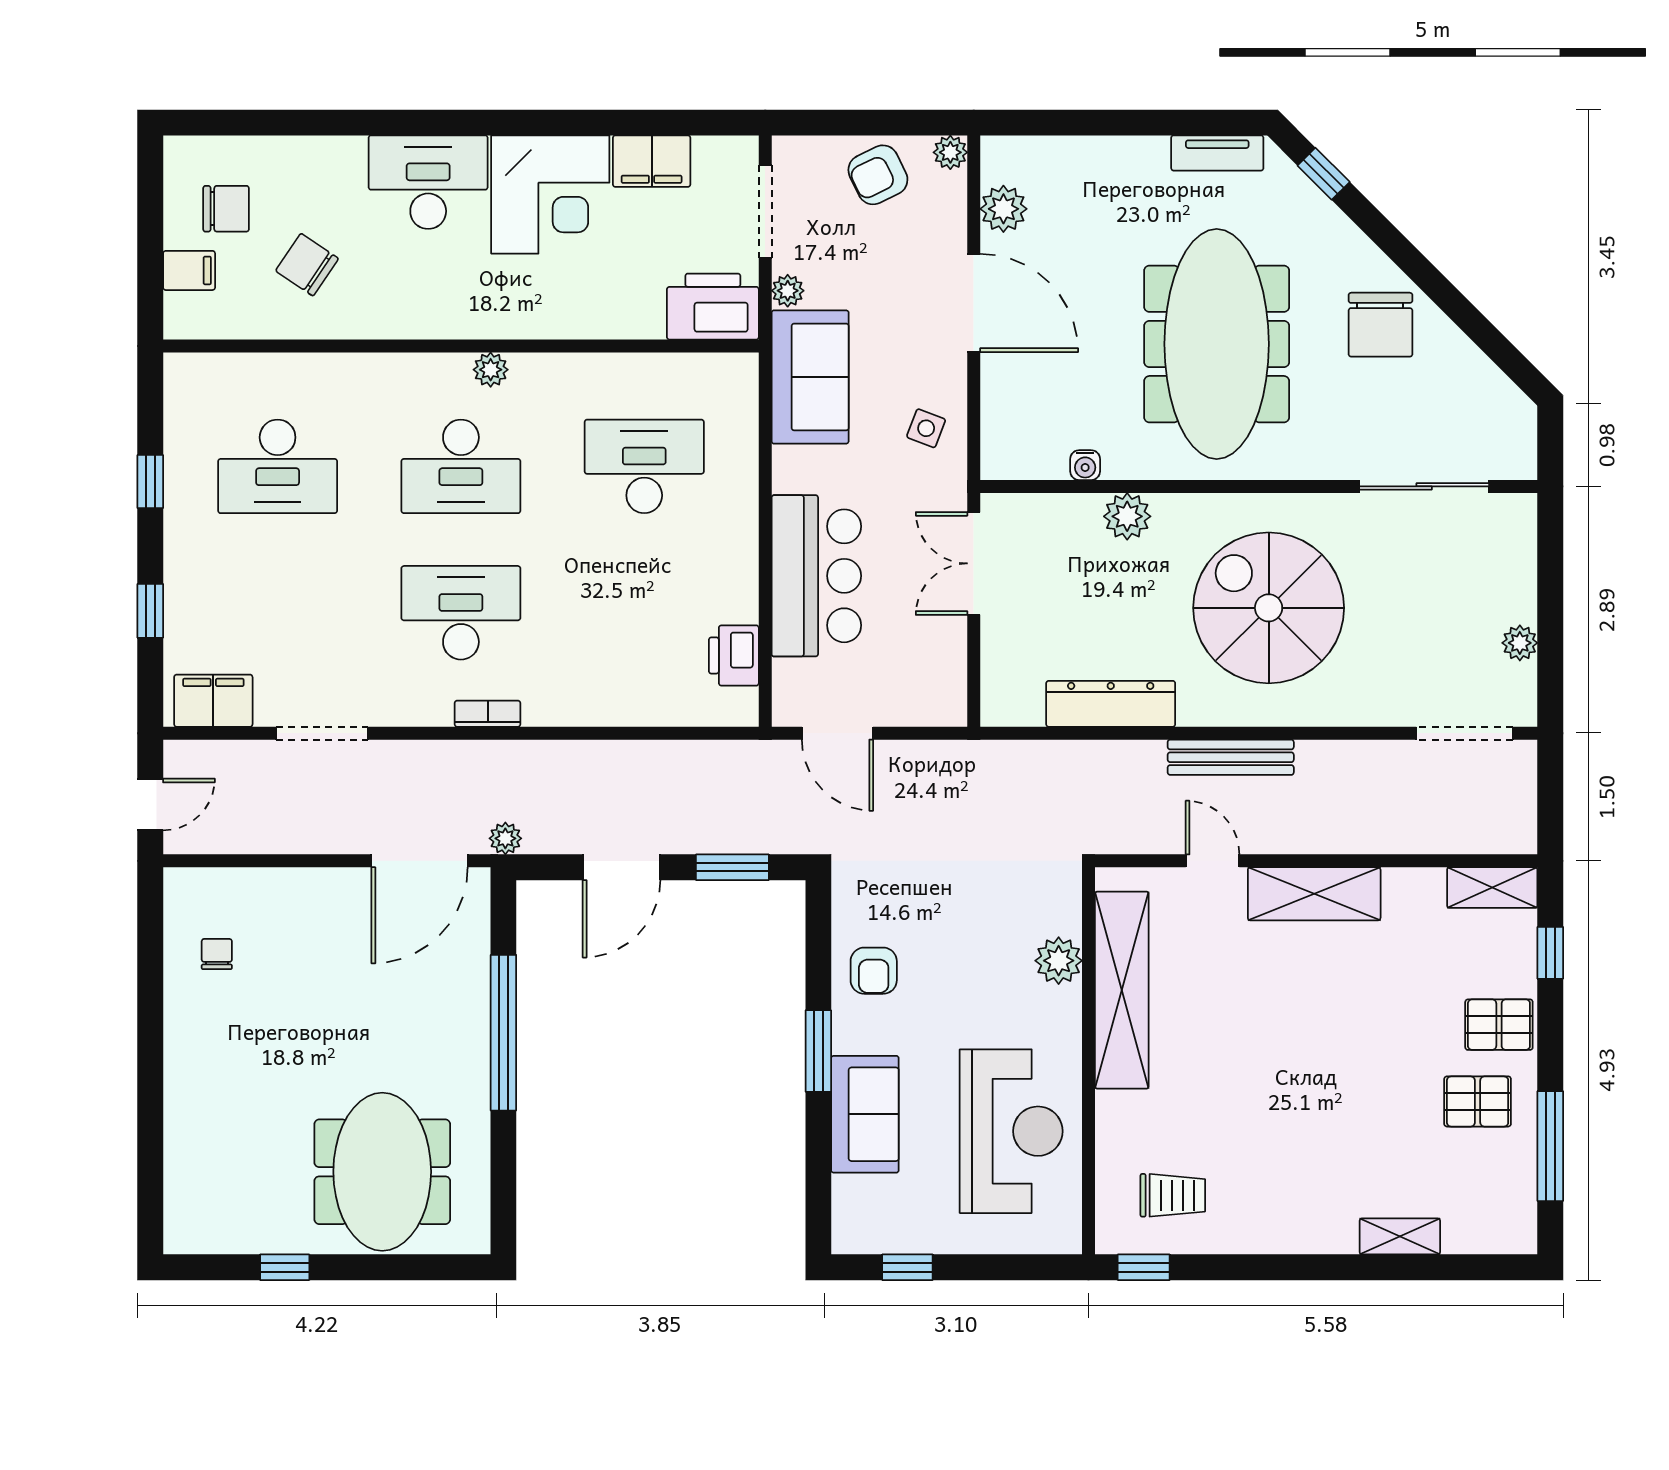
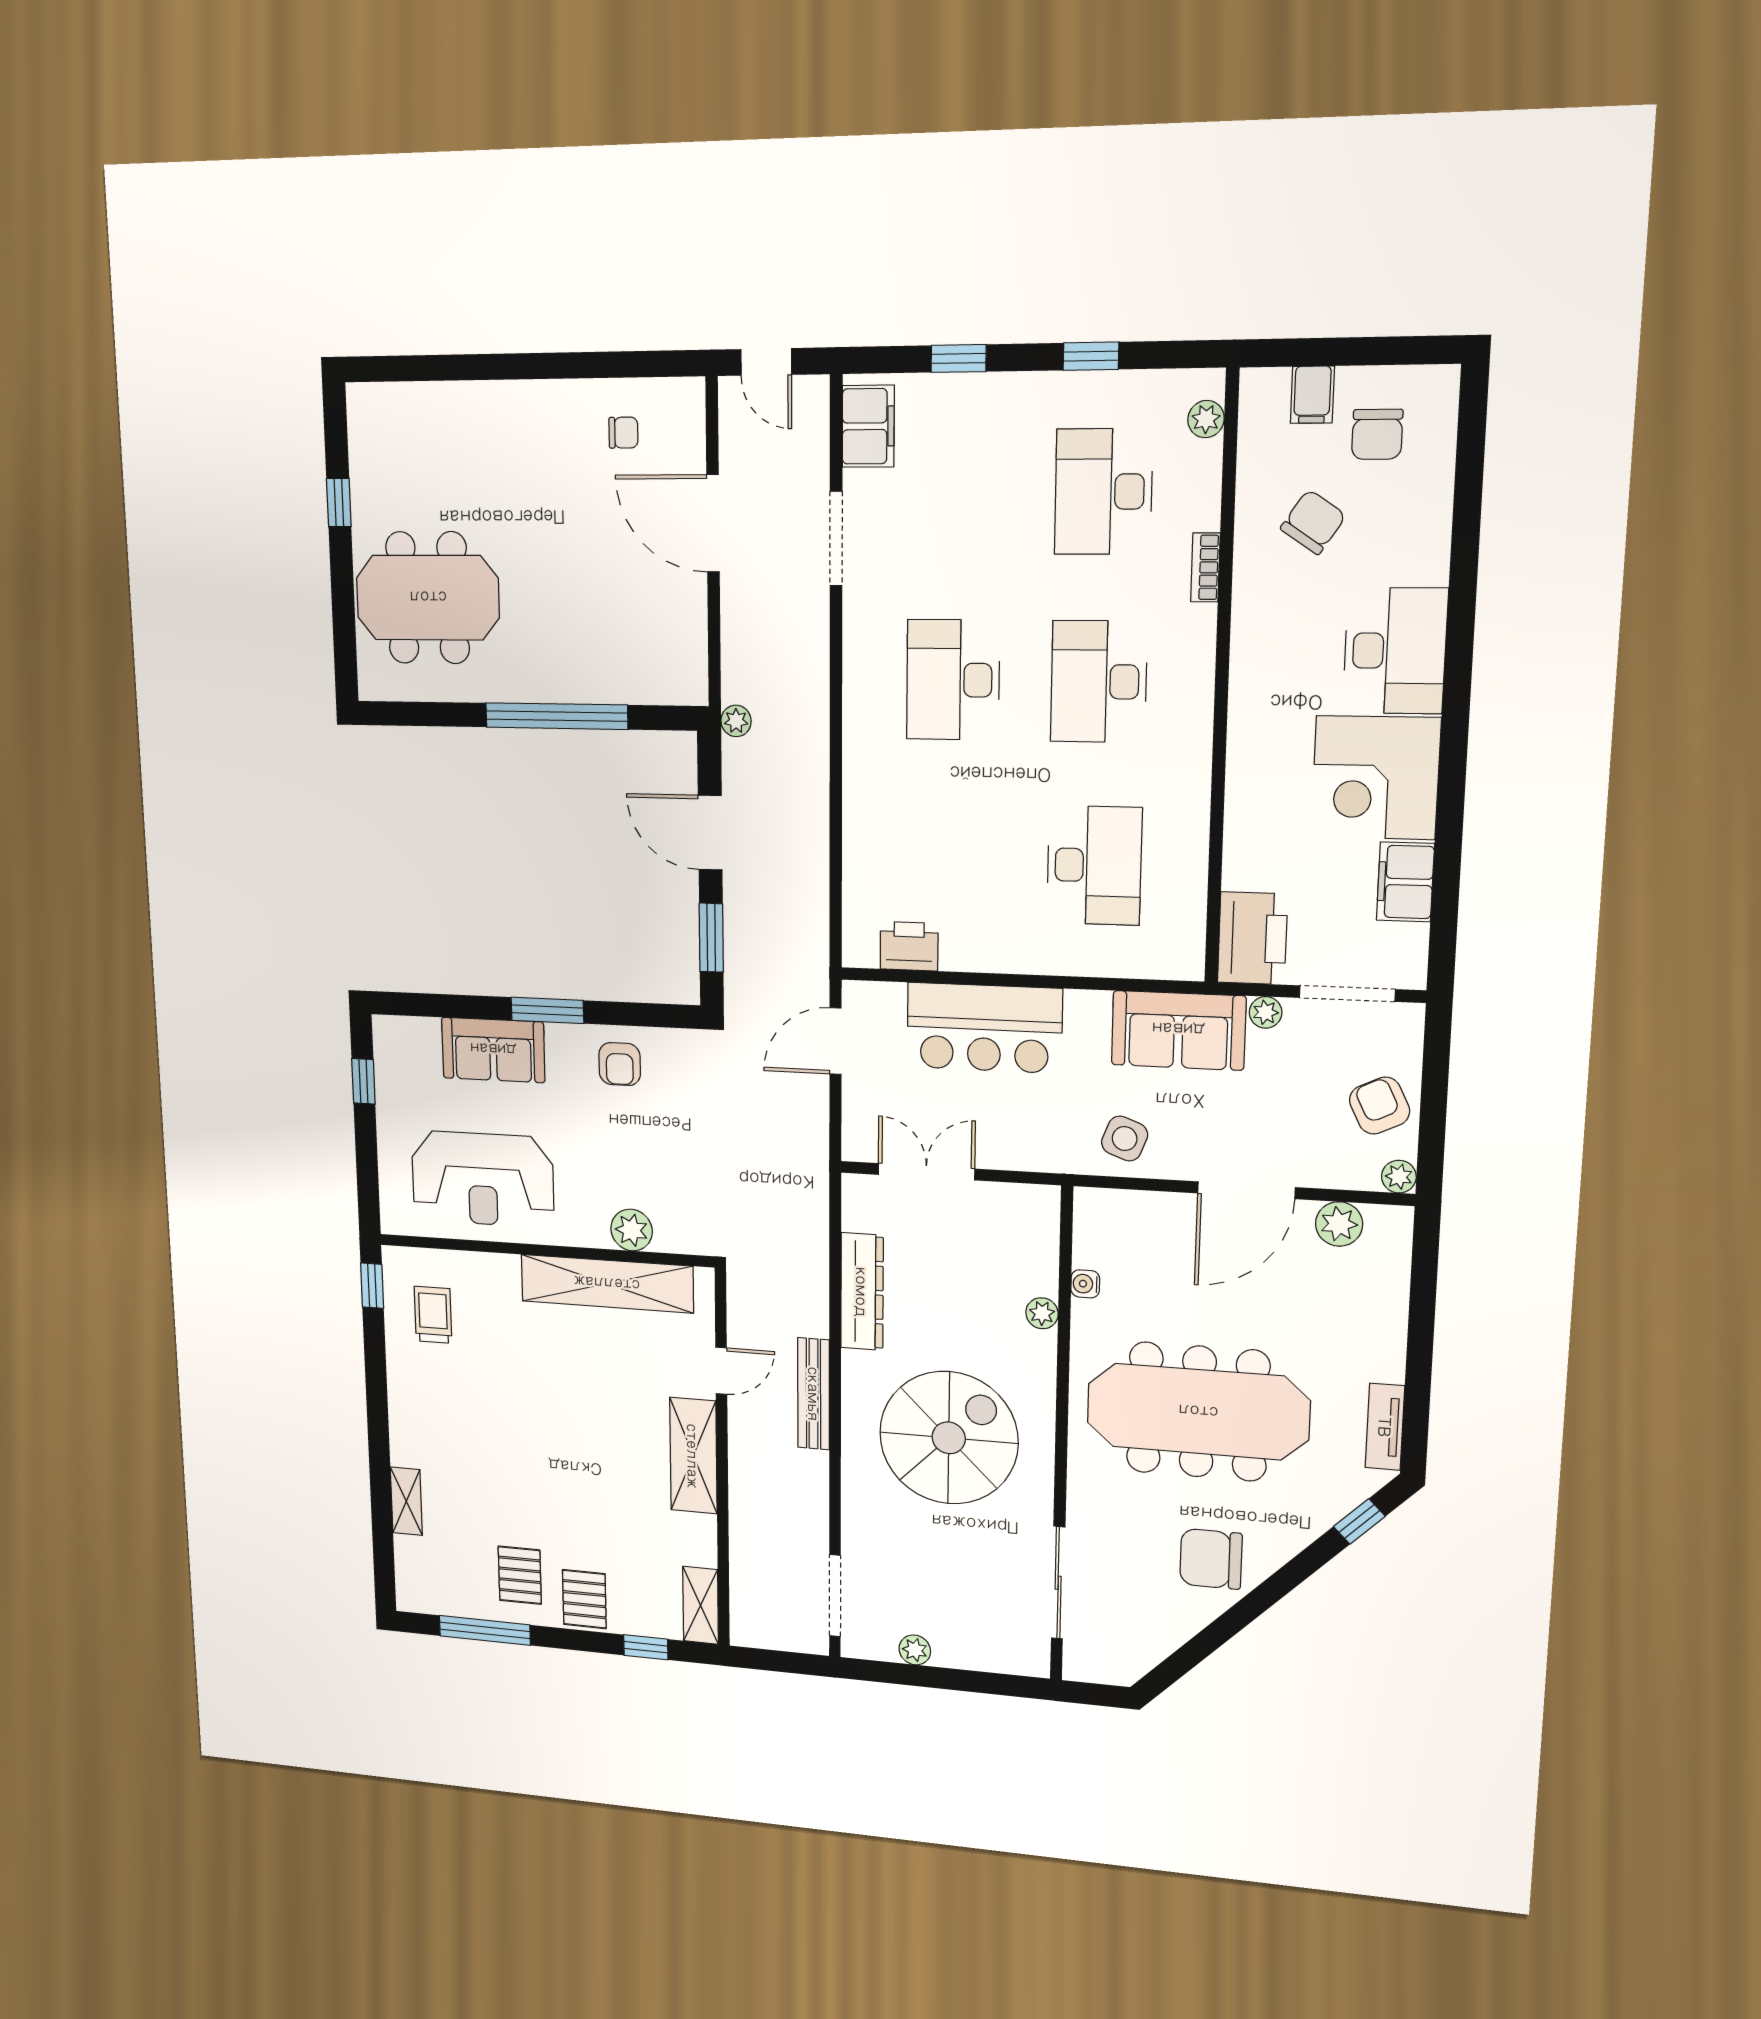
plant: (491, 370) -> (1206, 419), moved
side table: (926, 428) -> (1125, 1139), width x1.37, depth x1.37
plant: (1127, 516) -> (1042, 1313), width x0.73, depth x0.73
double door: (974, 563) -> (926, 1172), moved
desk: (461, 613) -> (953, 680), turned 180
bookcase: (488, 714) -> (1205, 567), moved, turned 180
door: (420, 861) -> (713, 523), moved
armchair: (874, 971) -> (620, 1064), turned -90
trolley: (1173, 1195) -> (433, 1315), turned 180

